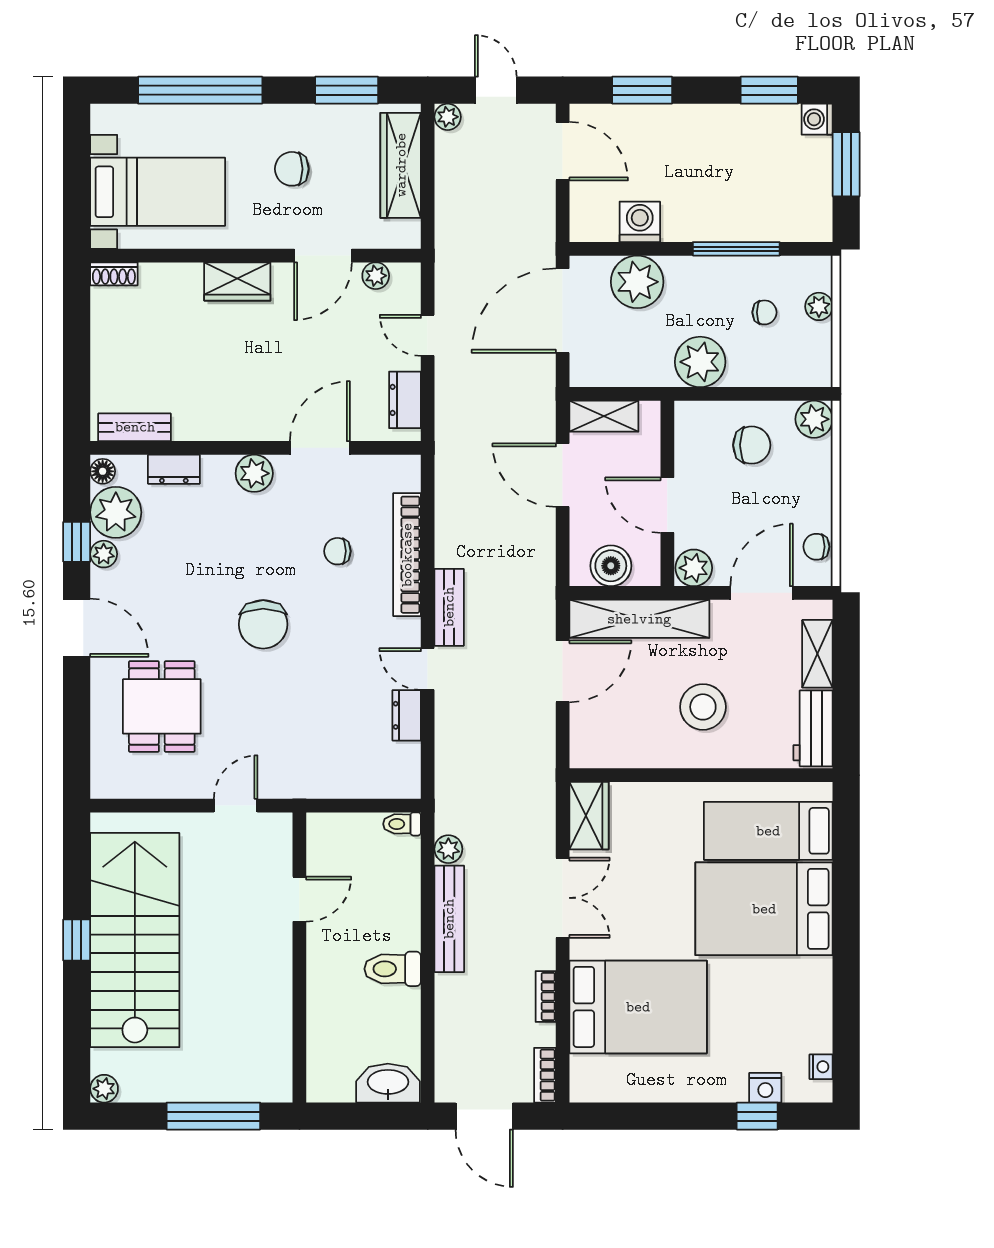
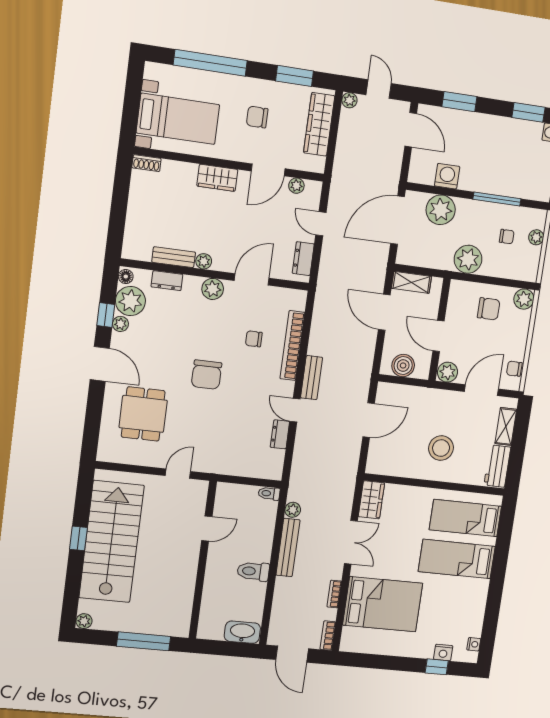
bench: (135, 427) -> (174, 257), moved
plant: (233, 428) -> (204, 261), added
shelving: (639, 619) -> (414, 396), removed
bed: (764, 909) -> (457, 559), width x0.67

